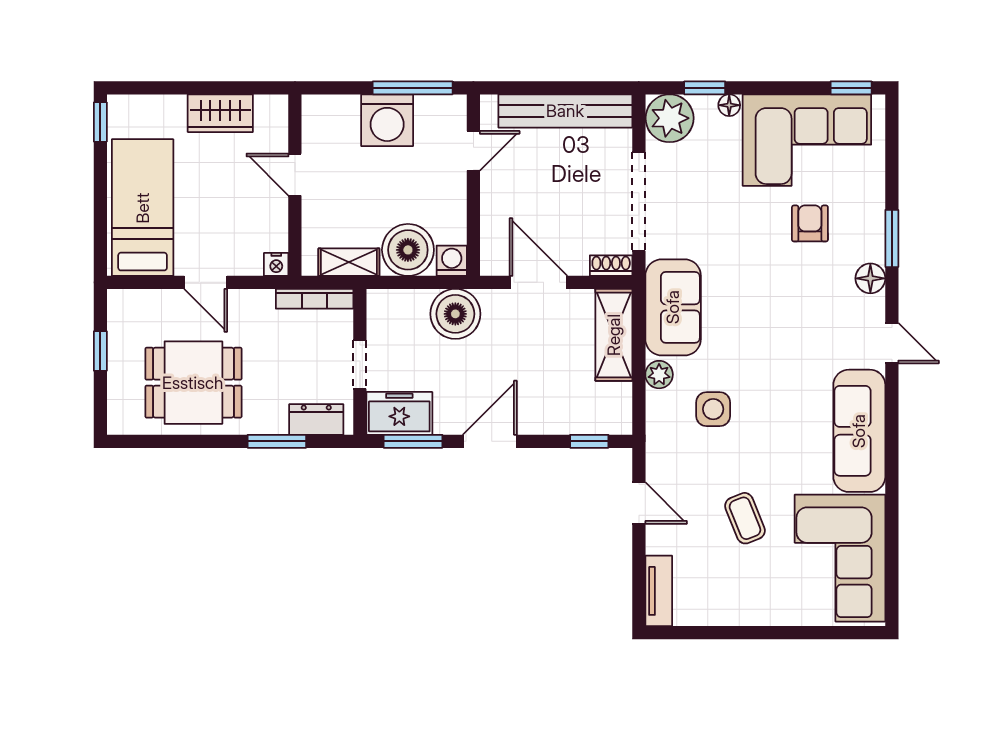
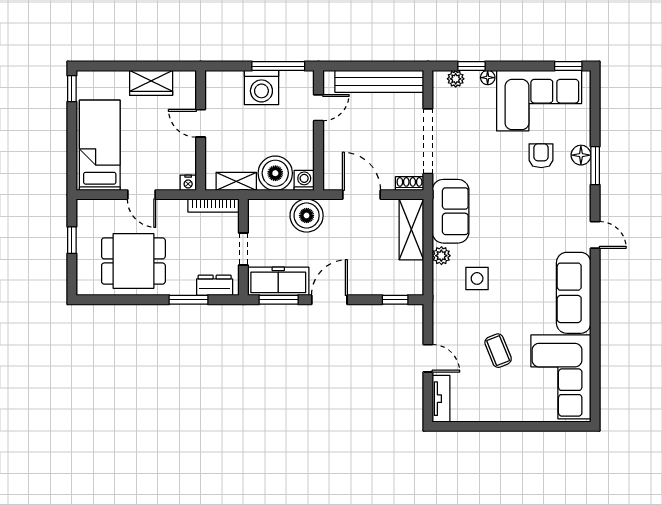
plant: (670, 118) -> (456, 79), width x0.53, depth x0.53
floor lamp: (870, 278) -> (581, 155), moved
freezer: (399, 413) -> (278, 281), width x1.40
door: (639, 503) -> (428, 358), moved

